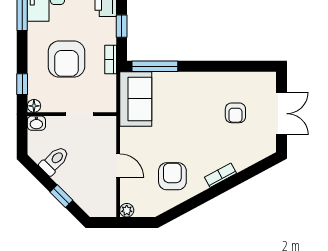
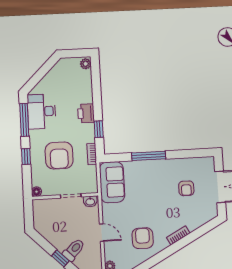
window: (155, 66) -> (149, 156), moved
window: (22, 84) -> (26, 157), moved
washbasin: (36, 123) -> (90, 201), moved
toilet: (54, 161) -> (74, 250), moved

